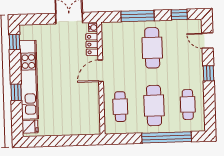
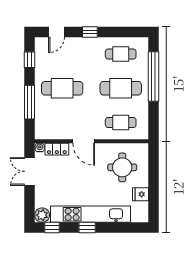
plant: (27, 32) -> (42, 215), added
window: (16, 92) -> (87, 228), moved
round table: (76, 109) -> (122, 167), added
fridge: (30, 127) -> (140, 194), moved, turned -90

